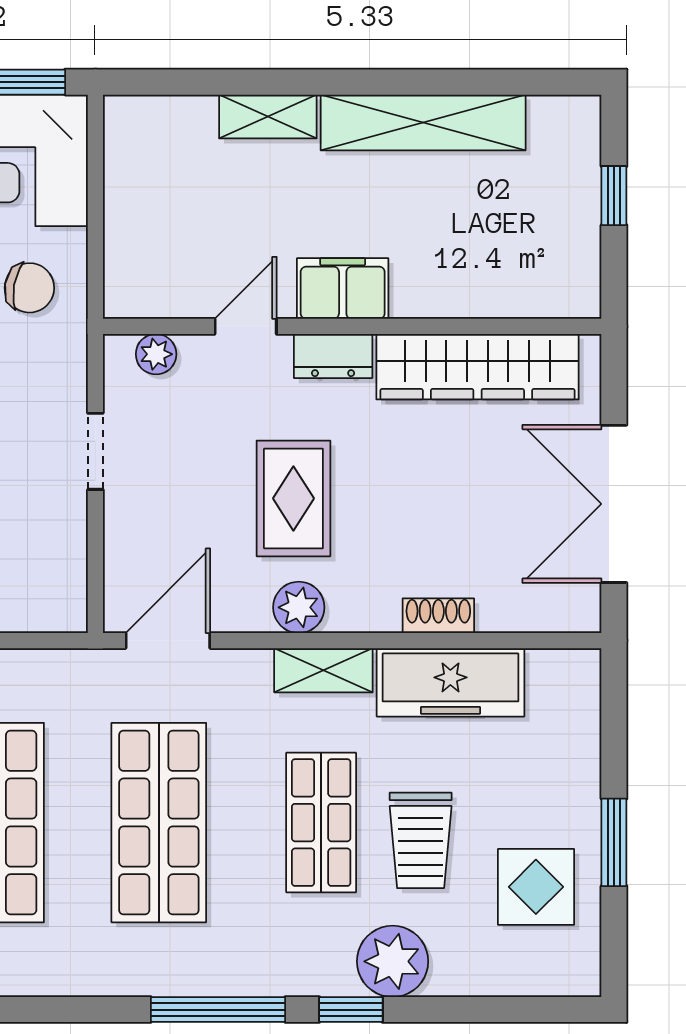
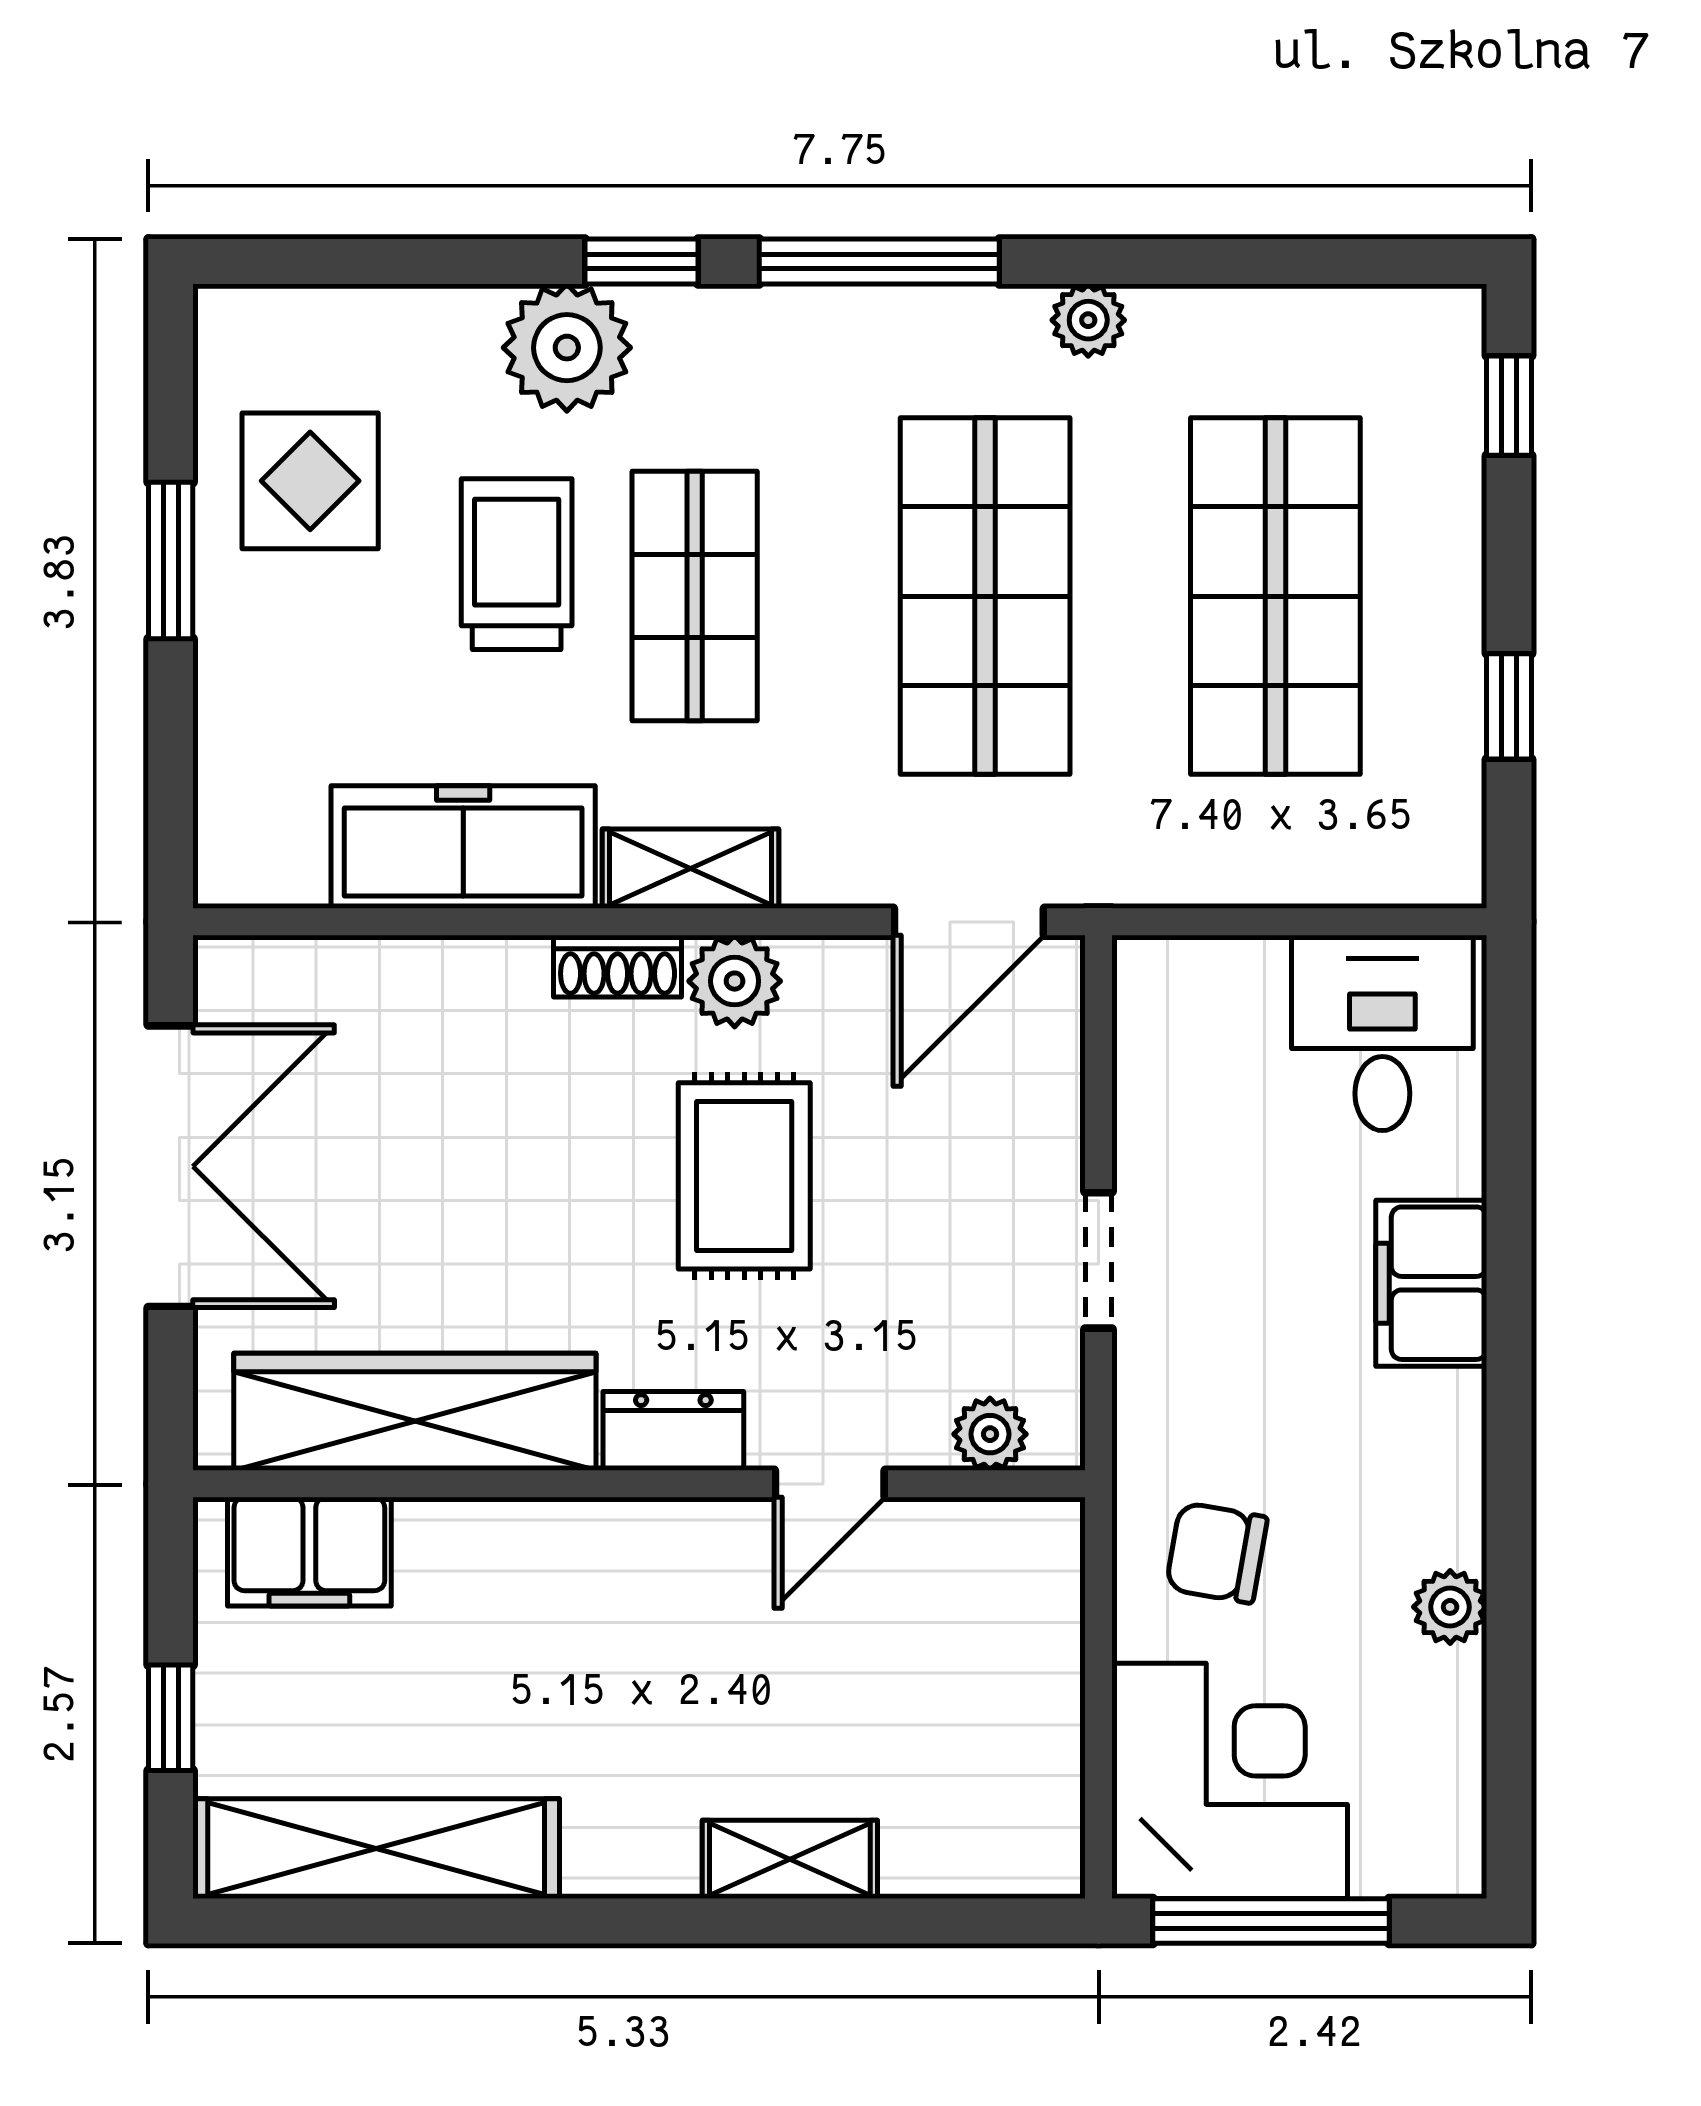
shelving: (423, 122) -> (376, 1849), moved
filing cabinet: (343, 288) -> (309, 1552), moved
shoe rack: (438, 616) -> (618, 966), moved
plant: (101, 977) -> (1088, 320), added

